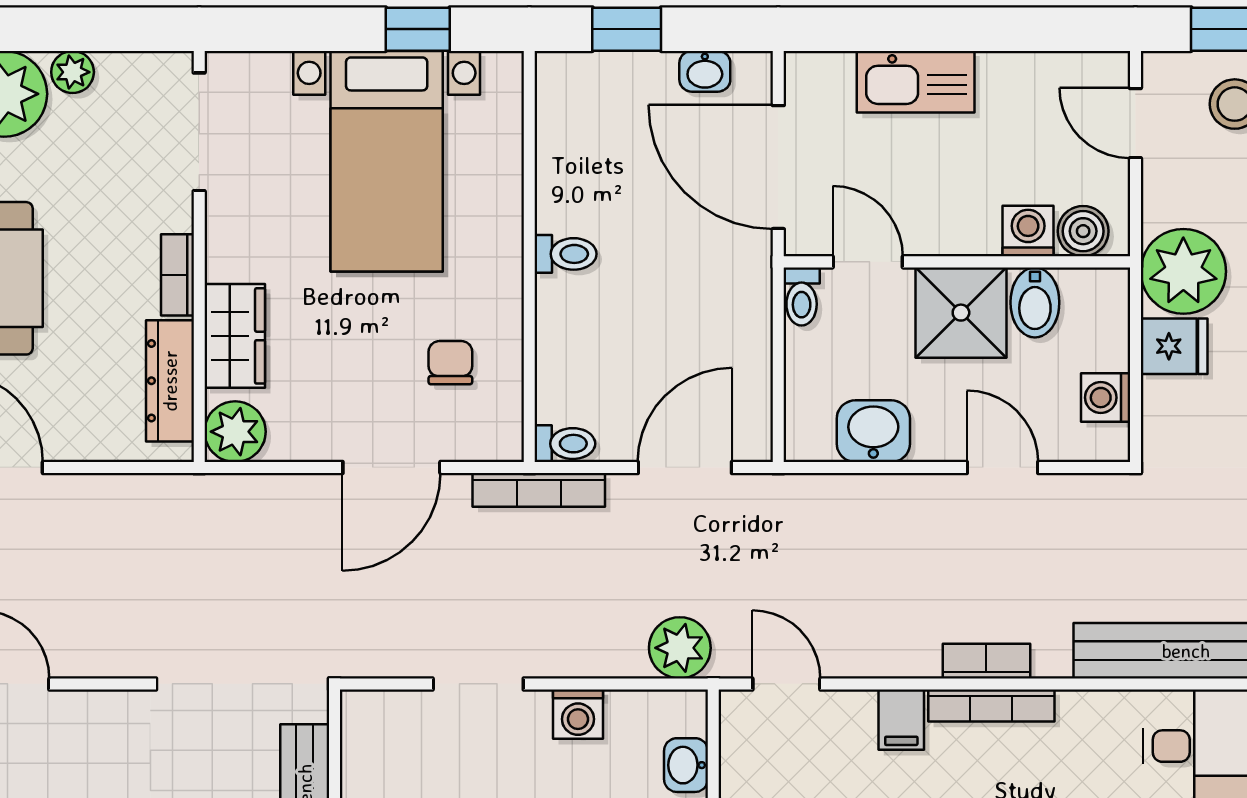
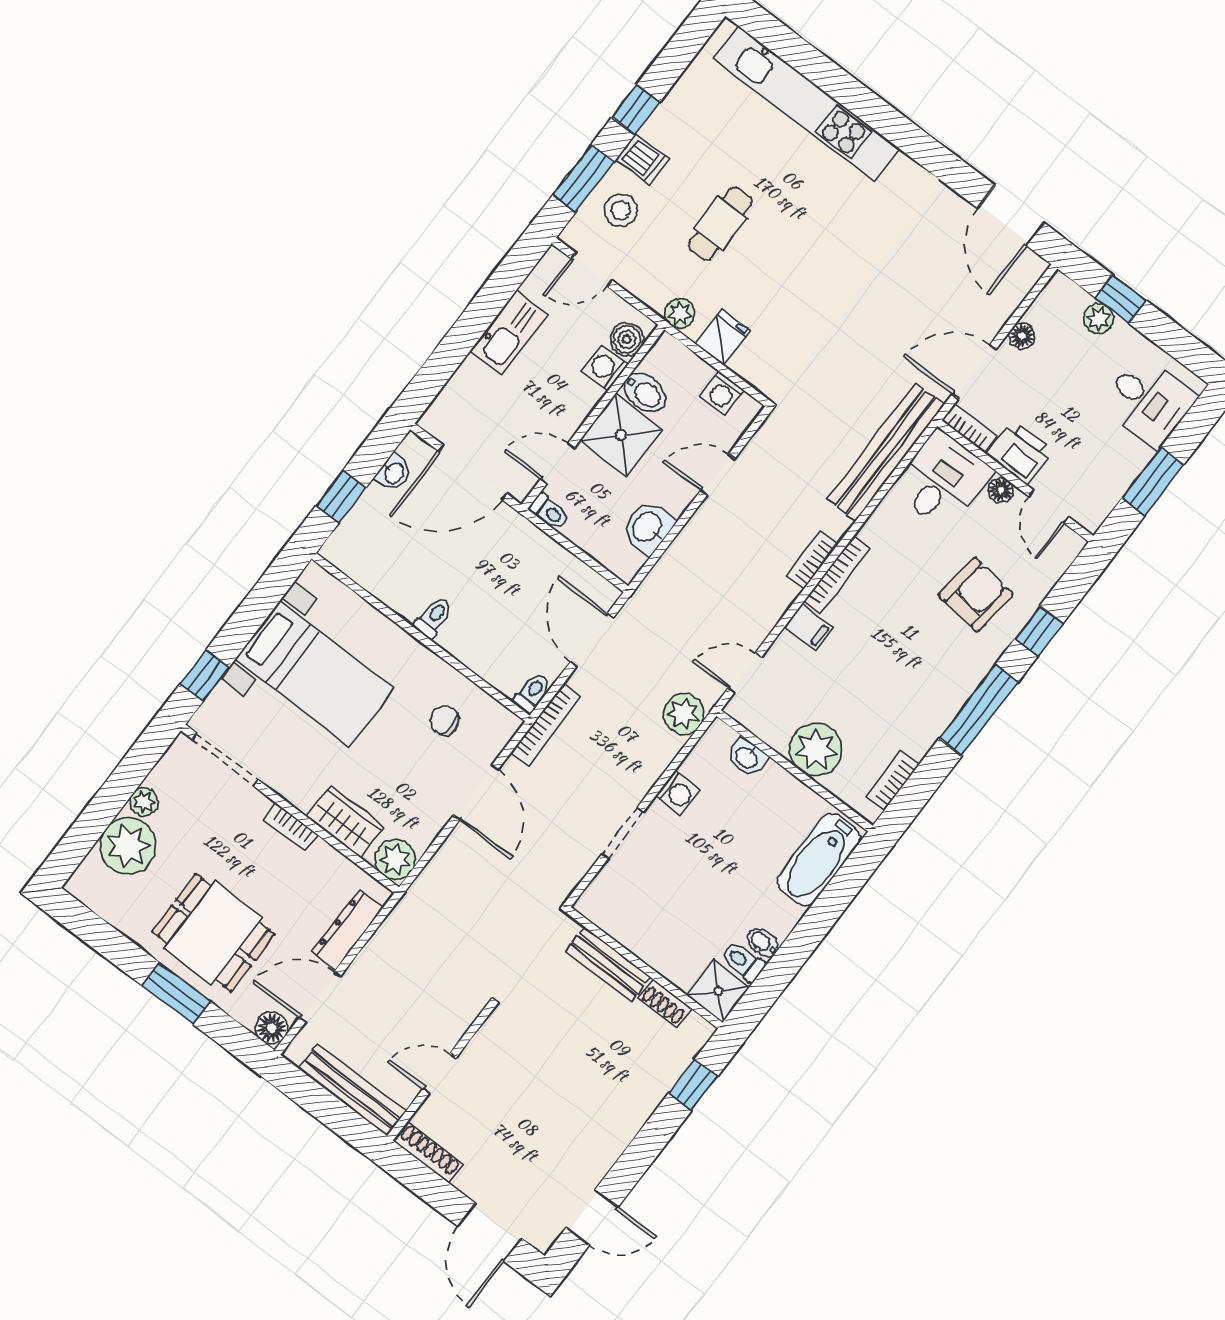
window: (418, 29) -> (205, 675), moved
kitchen sink: (916, 82) -> (509, 333), moved
plant: (1183, 271) -> (680, 313), width x0.53, depth x0.53
dresser: (170, 381) -> (347, 930), moved, turned 90

